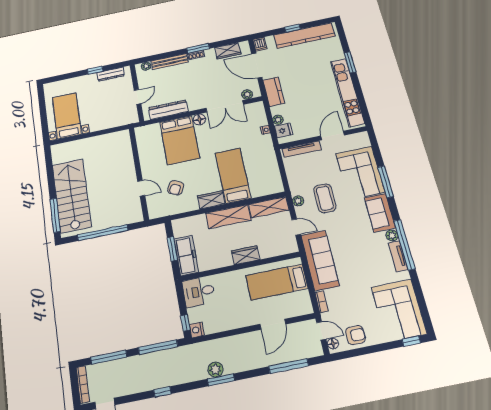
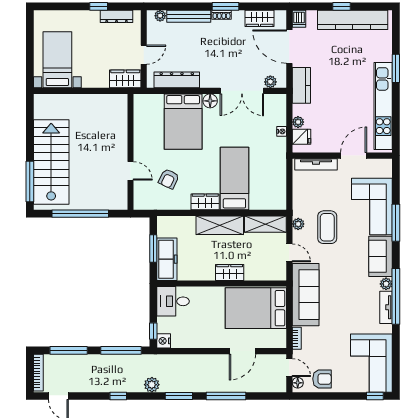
wardrobe: (125, 118) -> (125, 79), added
bed: (277, 282) -> (256, 308), width x1.50
window: (288, 366) -> (226, 396), moved
plant: (215, 369) -> (152, 385), moved

